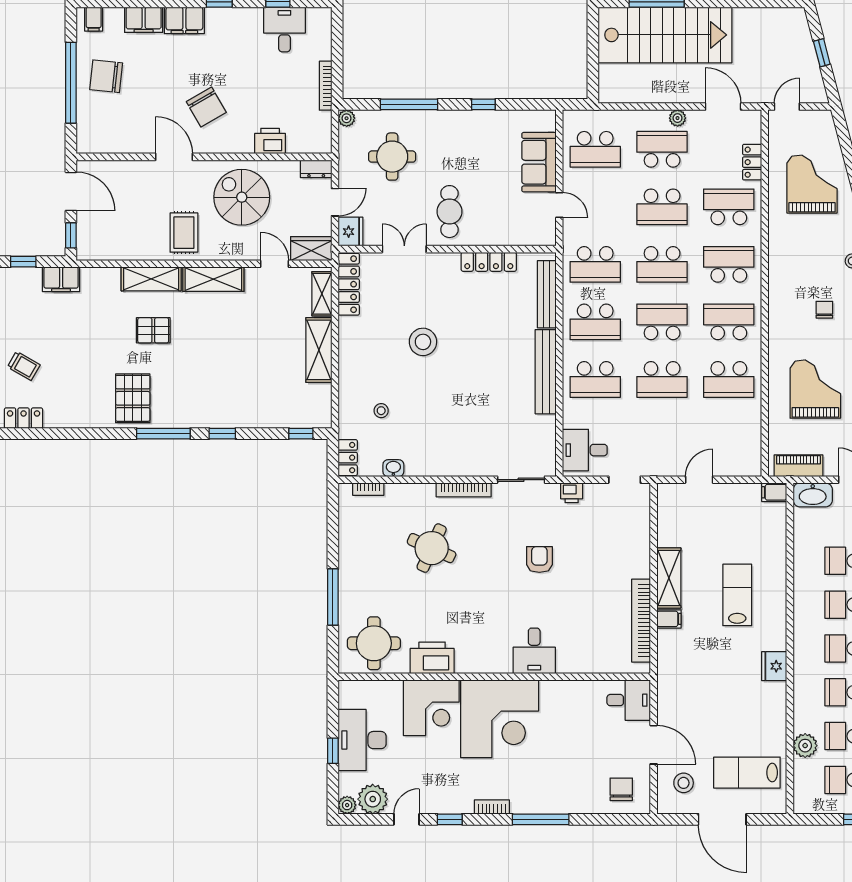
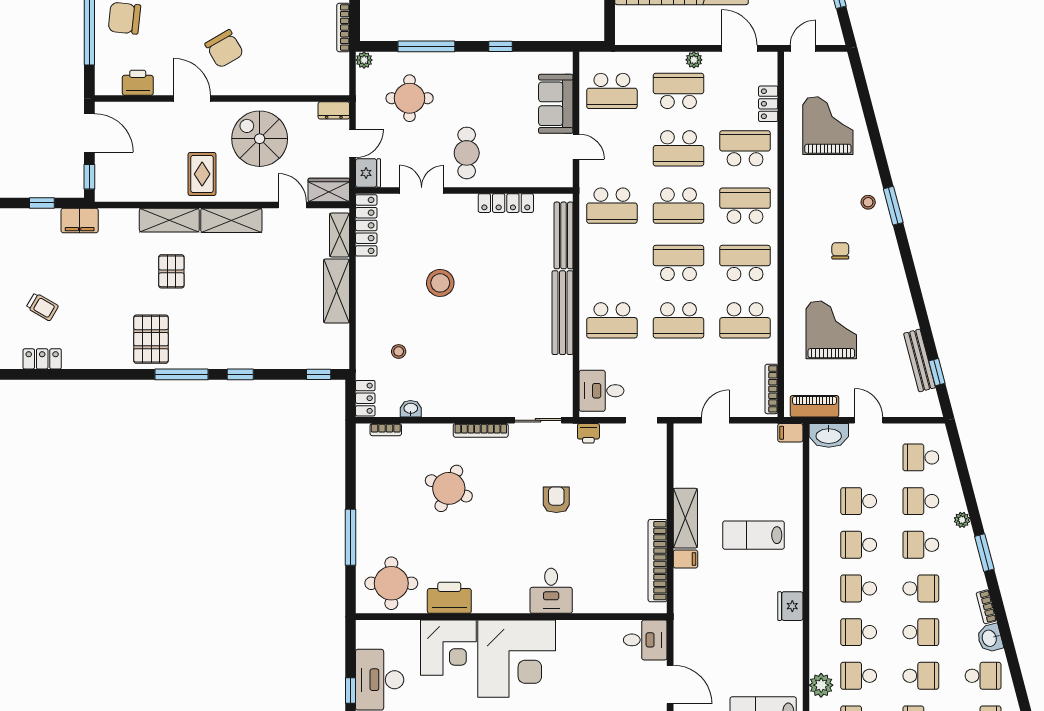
printer: (270, 141) -> (138, 83), moved
school desk: (595, 322) -> (612, 263), removed
pallet: (153, 330) -> (171, 271), turned 90
bookcase: (755, 448) -> (771, 389), added
lab bench: (737, 595) -> (753, 535), turned -90

